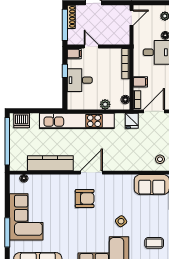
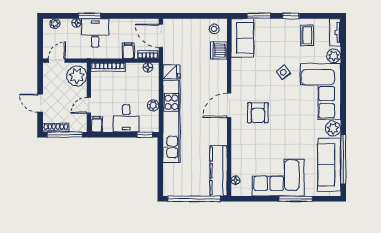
door: (131, 18) -> (57, 61), hinge flipped
plant: (118, 36) -> (77, 76), added
window: (65, 71) -> (145, 135), moved
plant: (105, 104) -> (153, 105), moved
dishwasher: (22, 120) -> (219, 50), moved, turned 180
fridge: (132, 121) -> (171, 72), moved
kitchen counter: (50, 163) -> (219, 171), moved
door: (91, 173) -> (229, 105), hinge flipped
armchair: (85, 198) -> (258, 113), turned 180

